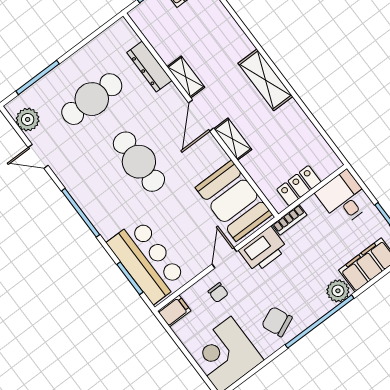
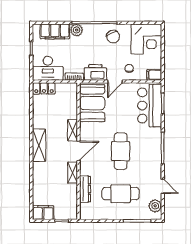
locker: (299, 186) -> (44, 88), moved
desk: (344, 198) -> (48, 68), width x1.37

